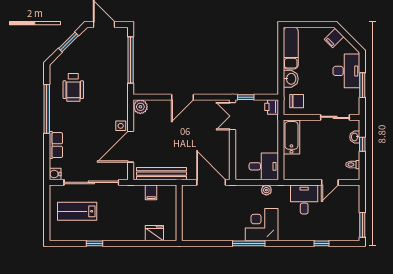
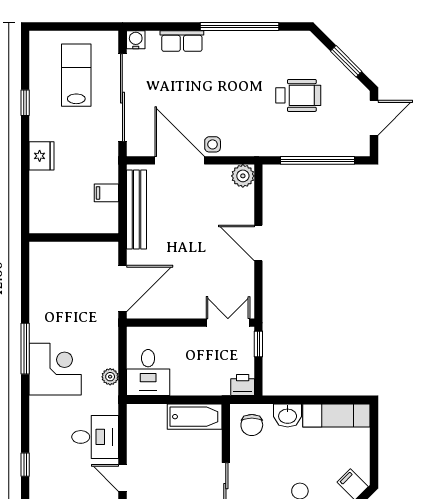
wheelchair: (73, 87) -> (298, 95), moved, turned 180
fridge: (154, 233) -> (42, 156), moved

